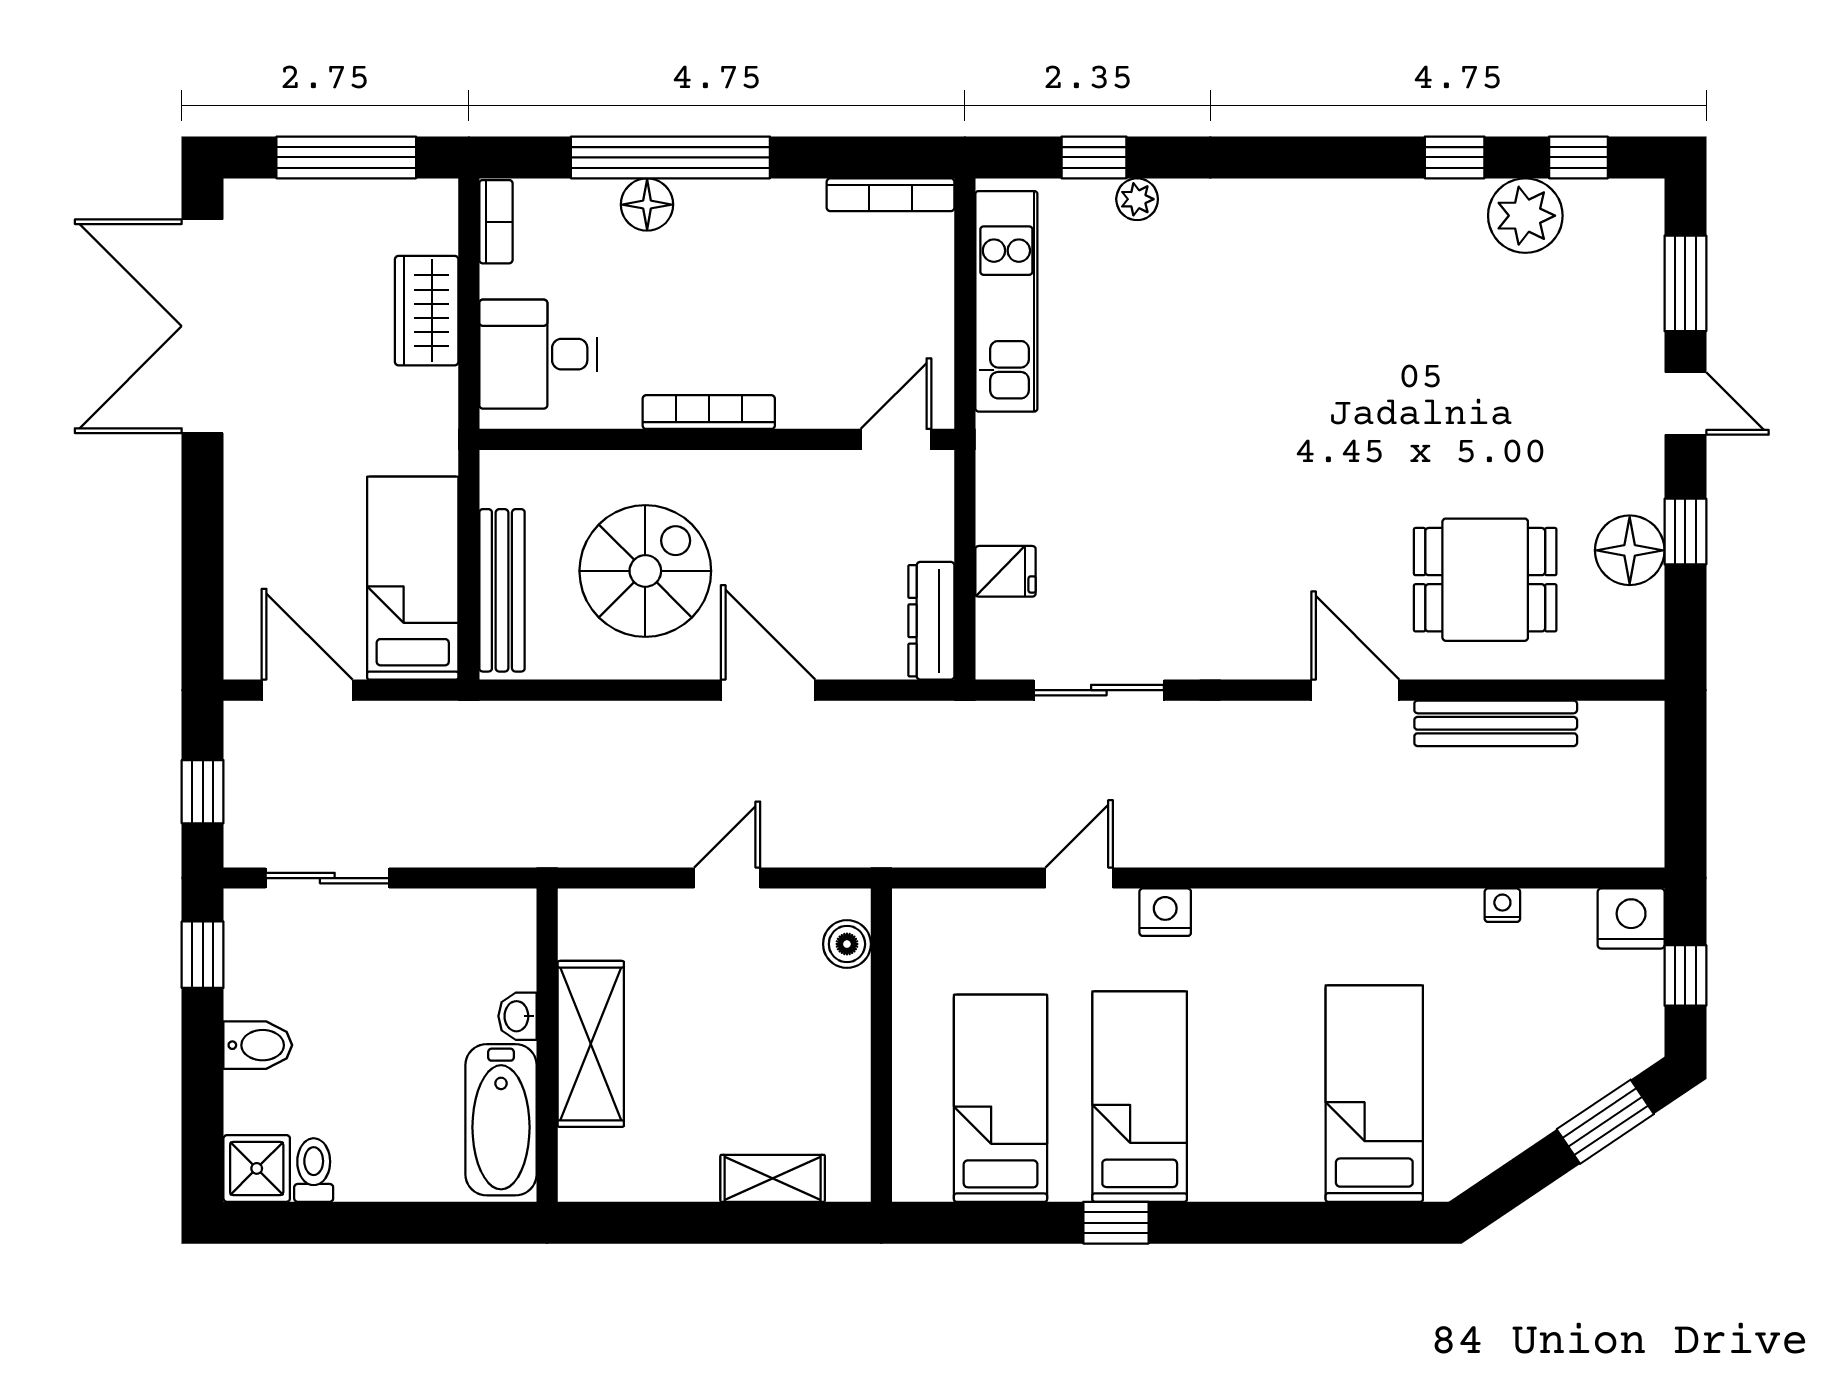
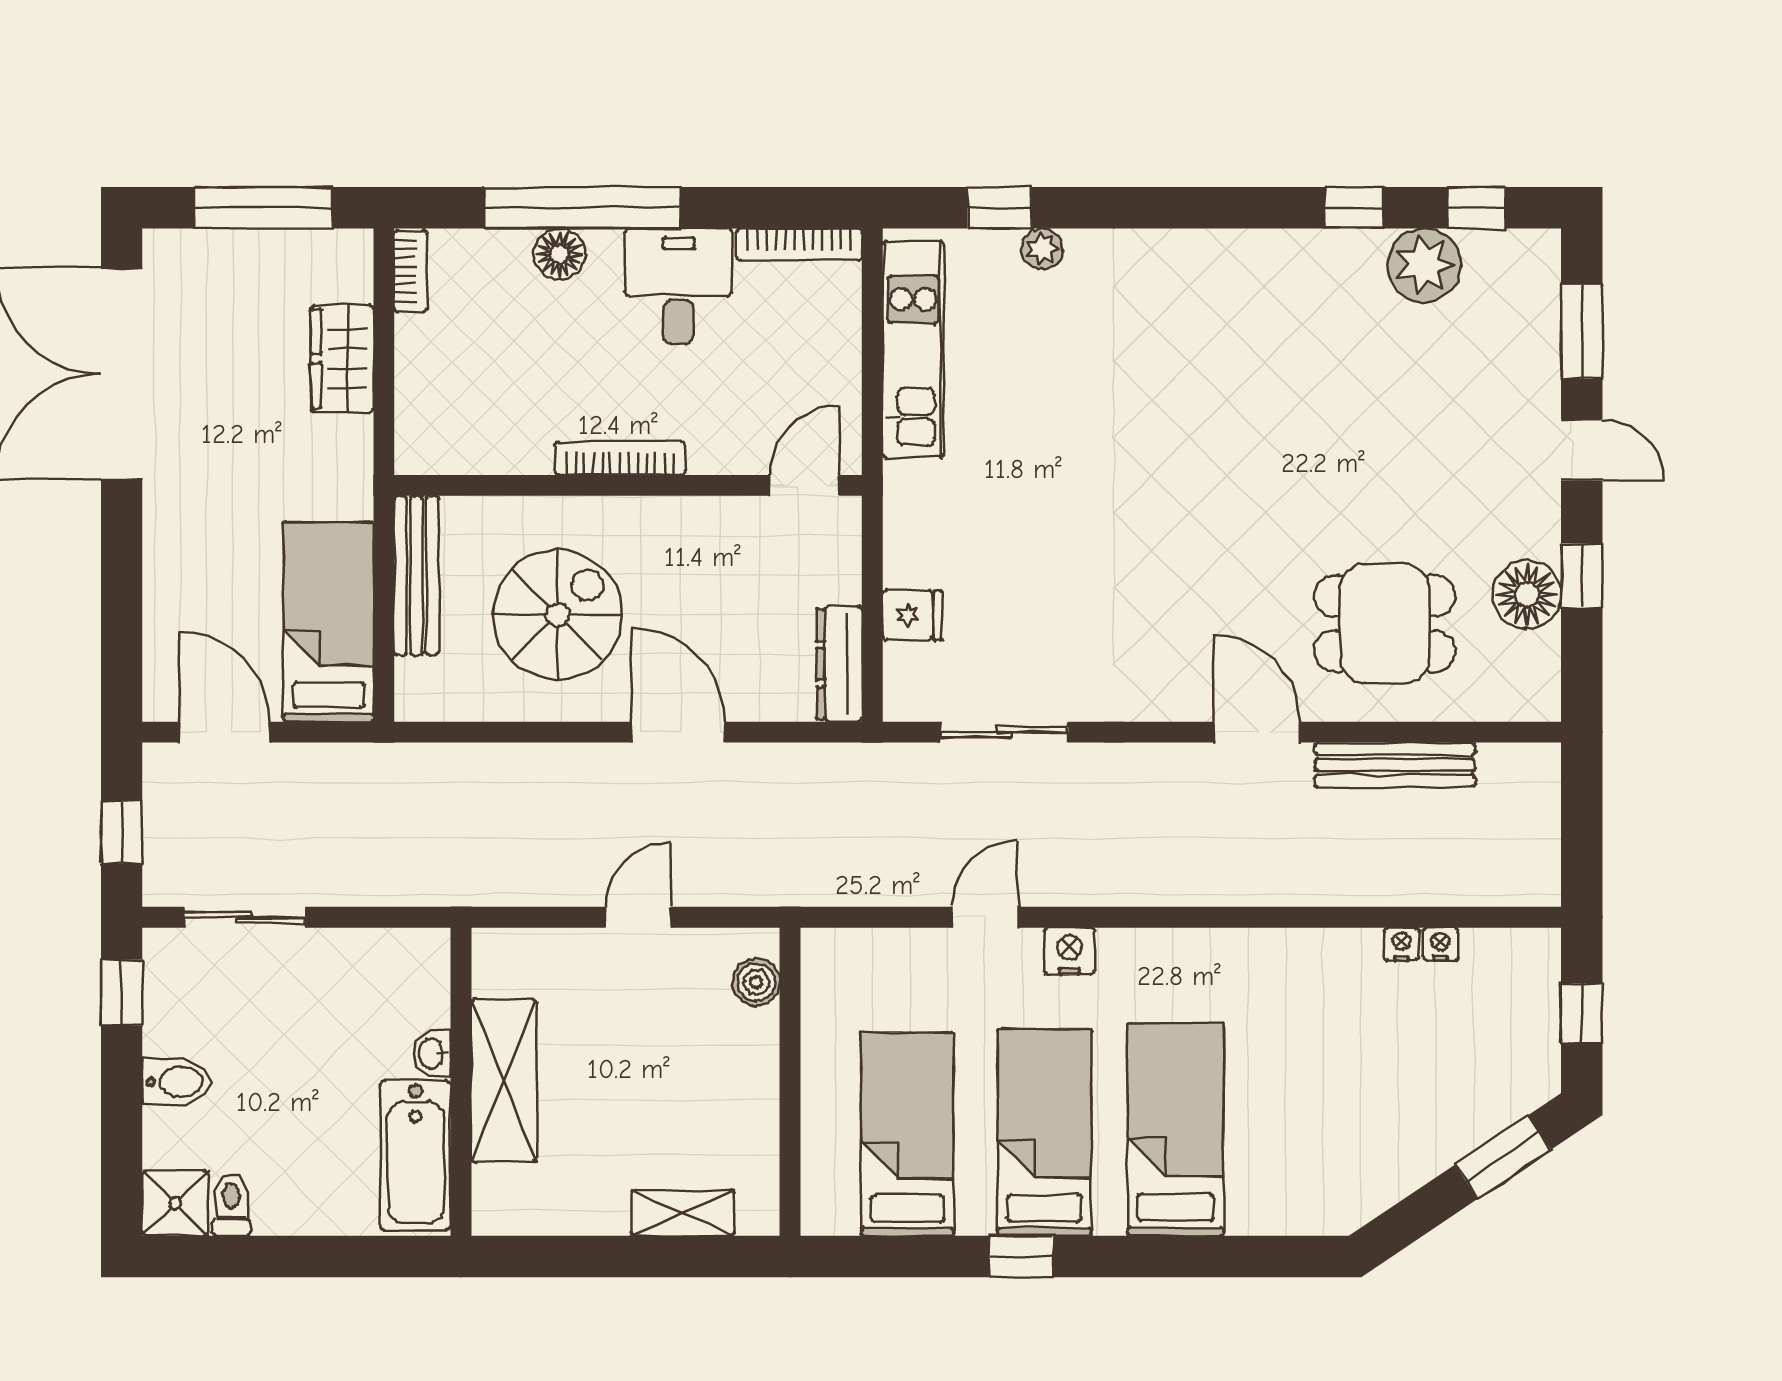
desk: (538, 354) -> (678, 286), moved, turned 90
bench: (502, 590) -> (417, 576), moved
nightstand: (1631, 918) -> (1441, 944), moved, width x0.53, depth x0.56
bed: (1374, 1094) -> (1176, 1129), moved

